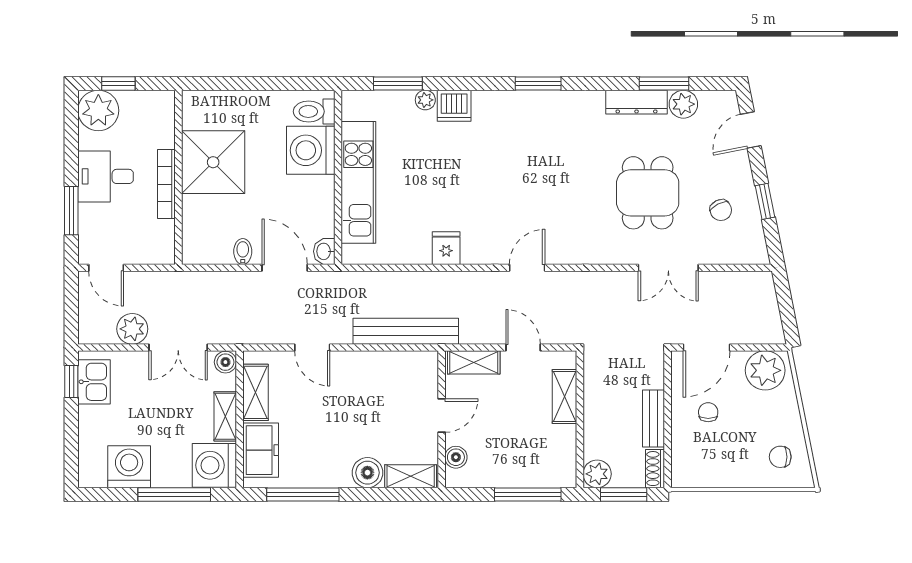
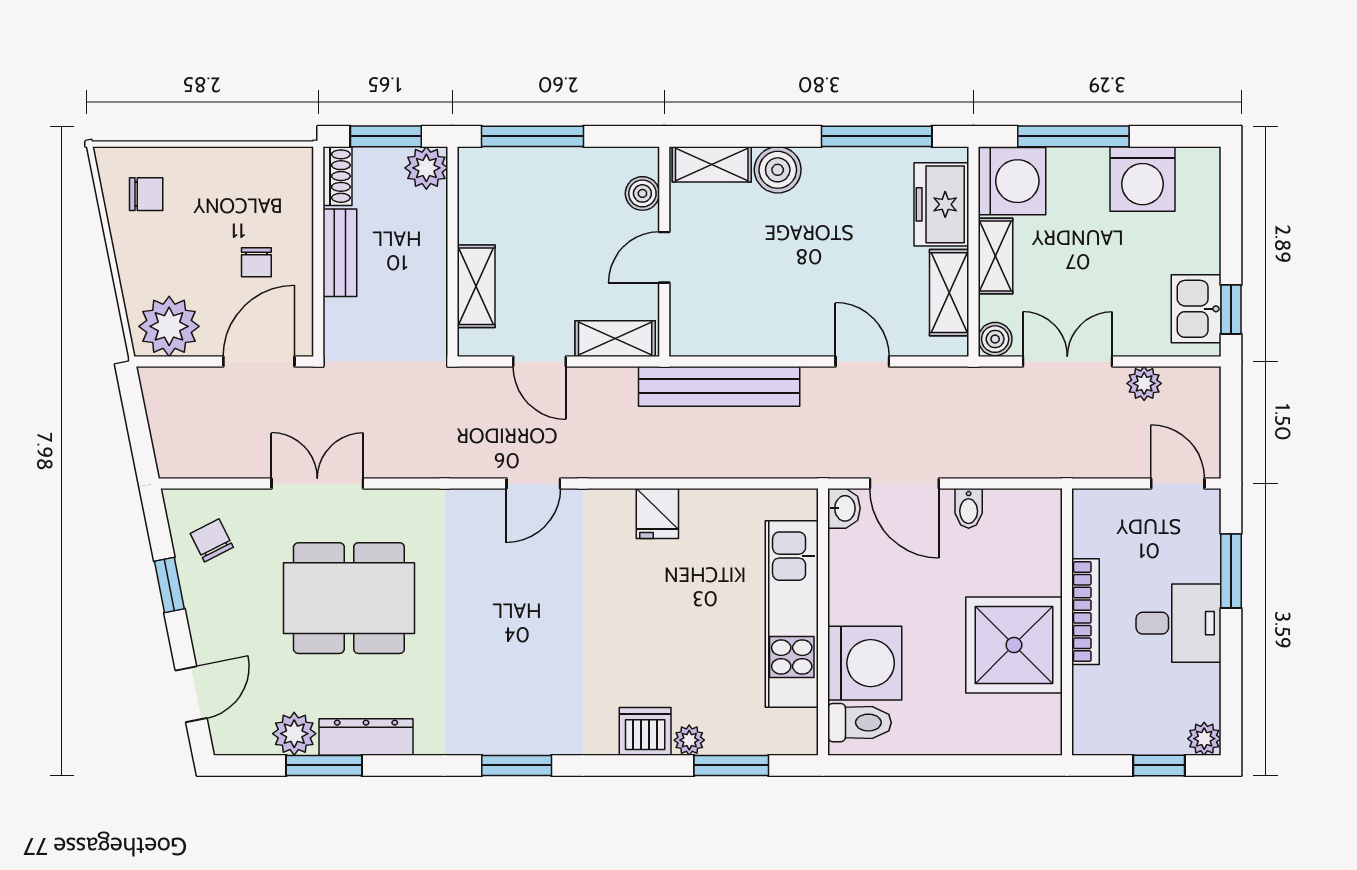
plant: (98, 110) -> (1204, 739), width x0.53, depth x0.53
dining table: (648, 193) -> (349, 598), width x1.37
chair: (721, 210) -> (212, 540), moved
plant: (132, 329) -> (1144, 383), width x0.73, depth x0.73

